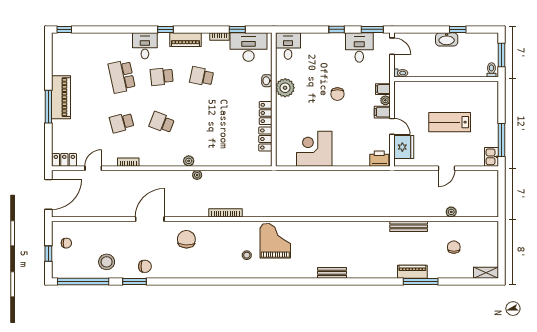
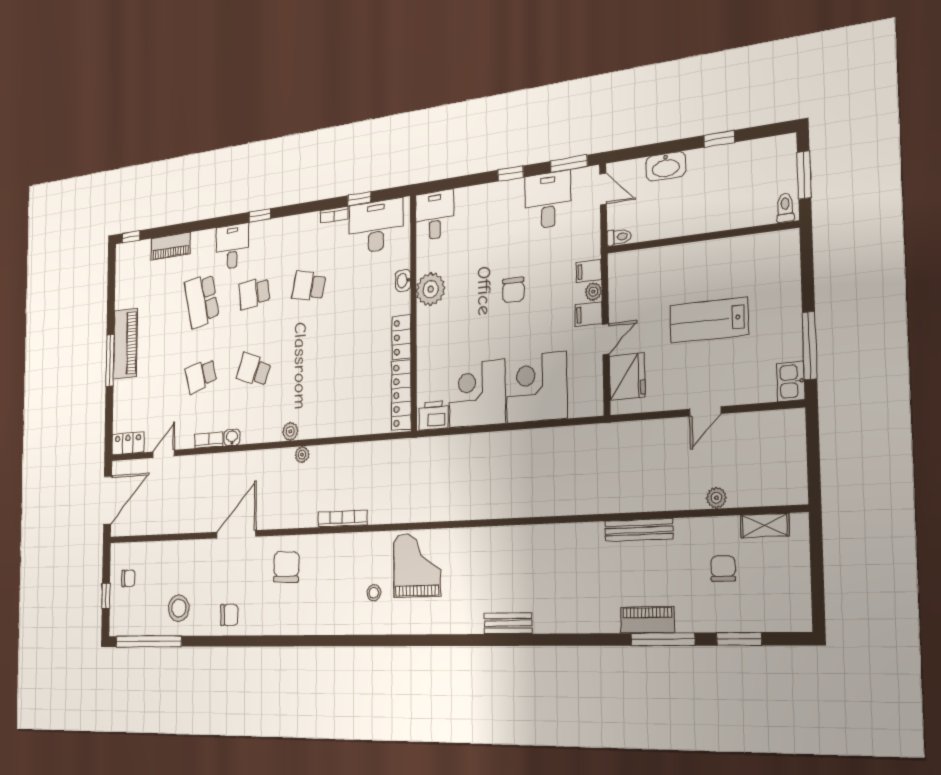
washbasin: (447, 39) -> (666, 166), moved
piano: (186, 40) -> (171, 246), moved
door: (392, 126) -> (606, 339), hinge flipped
locker: (265, 139) -> (401, 395), width x1.53
corner desk: (351, 148) -> (537, 387), added
printer: (379, 159) -> (434, 415), moved
washbasin: (146, 162) -> (232, 437), added
shelving: (486, 273) -> (765, 525), moved
window: (135, 282) -> (739, 639), moved

